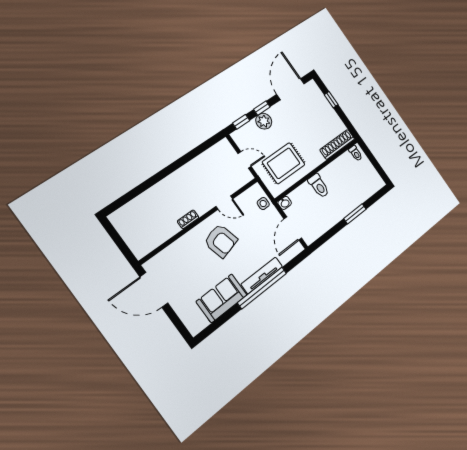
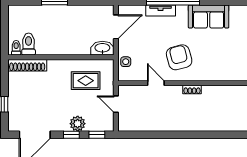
rug: (284, 163) -> (86, 81), width x0.73, depth x0.70
toilet: (319, 186) -> (29, 44), moved
washbasin: (285, 203) -> (102, 48), width x1.91, depth x1.45
tv unit: (262, 275) -> (161, 11), width x0.71

